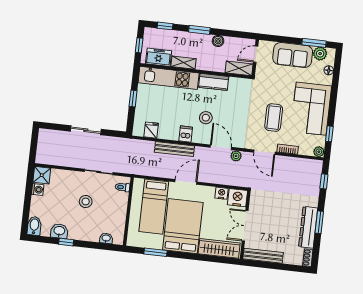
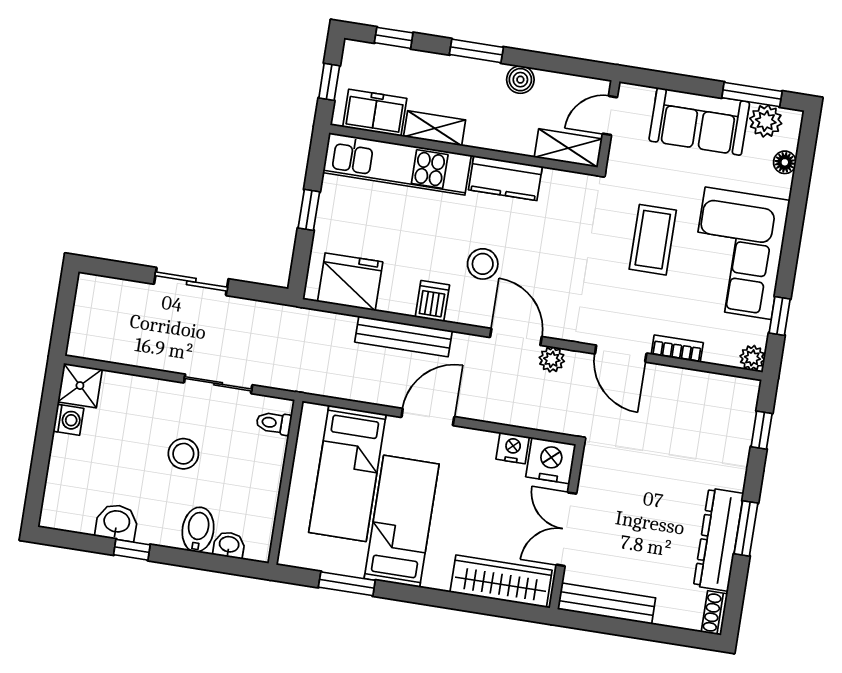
coffee table: (274, 118) -> (653, 240), moved
fridge: (151, 130) -> (350, 282), width x1.88, depth x1.34
bidet: (34, 226) -> (198, 530), moved
bed: (183, 226) -> (402, 521), width x0.67

